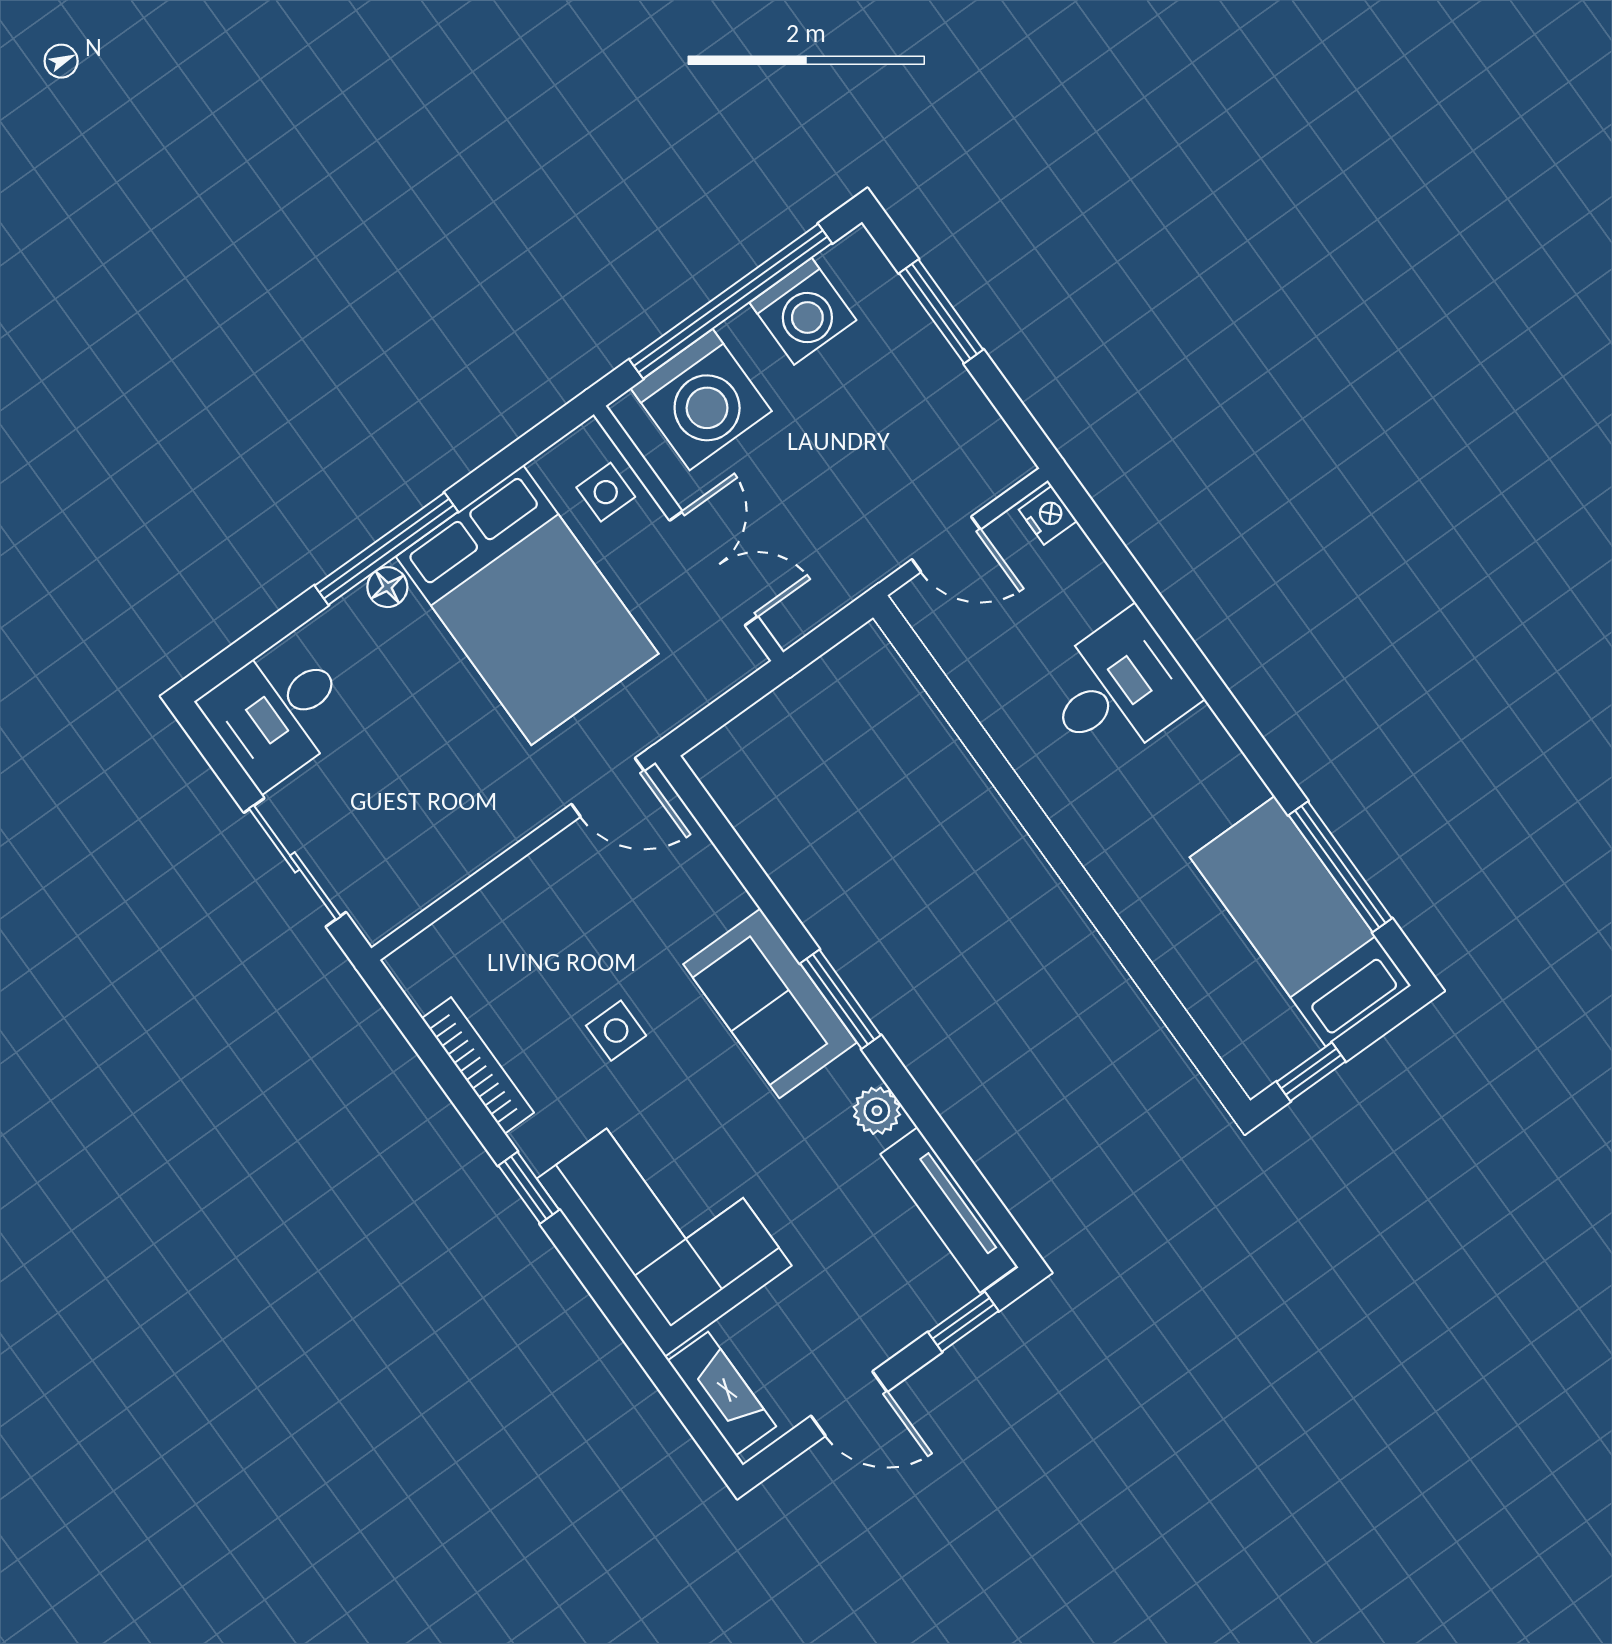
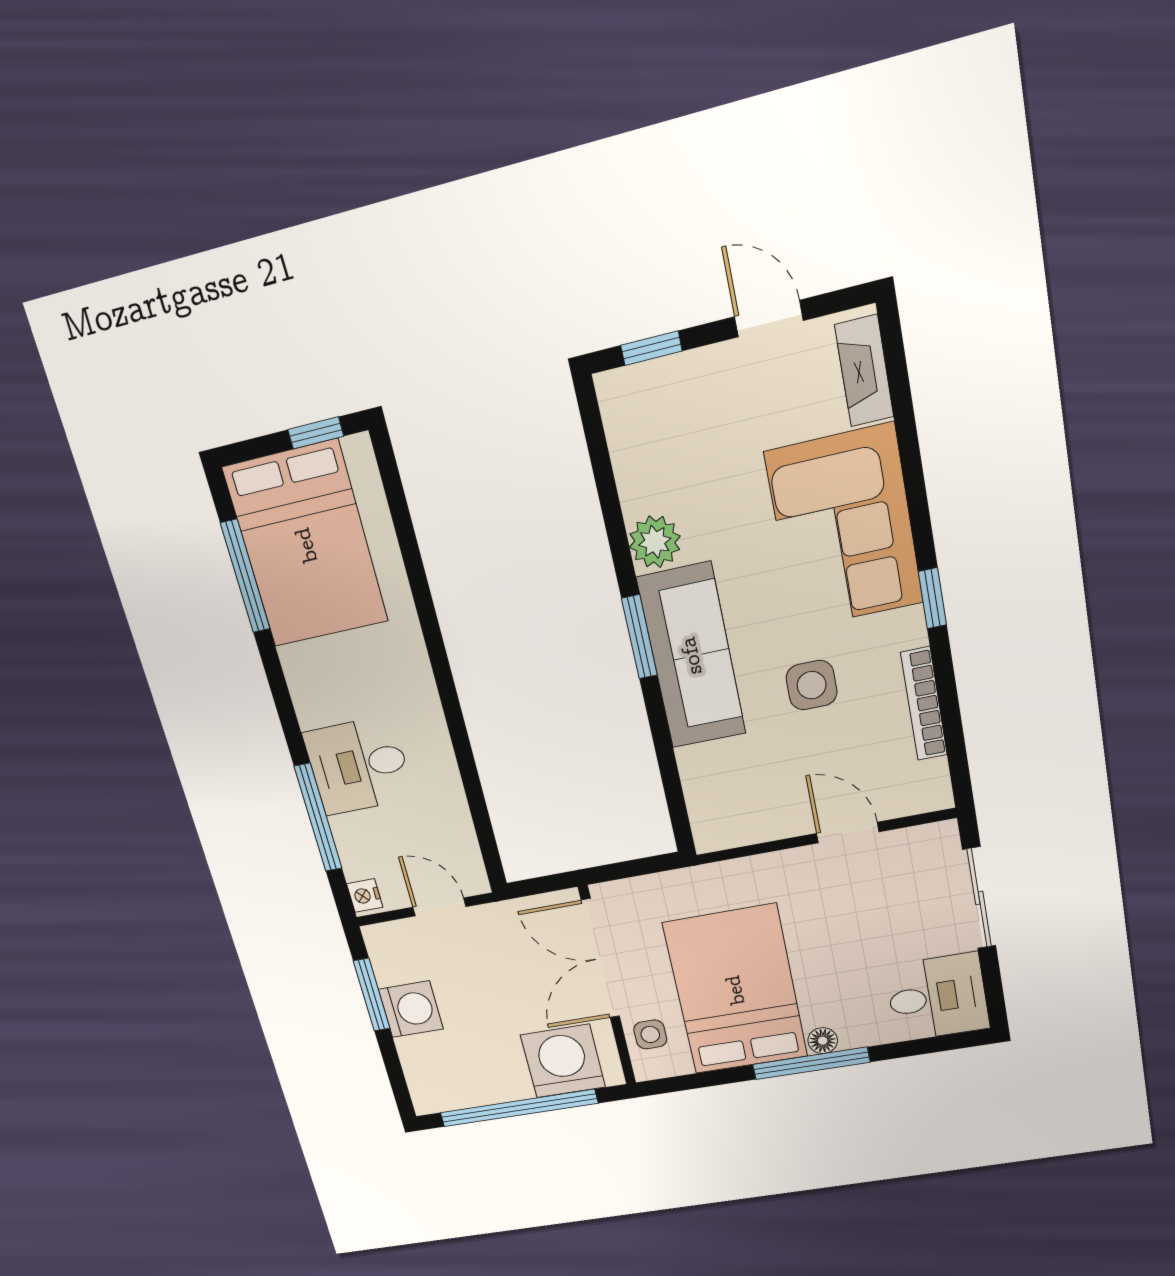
washing machine: (803, 311) -> (411, 1009), moved, turned 90
window: (941, 311) -> (372, 995), moved
double door: (714, 568) -> (601, 959), width x1.37
window: (1145, 595) -> (318, 818), added
door: (608, 787) -> (848, 833), moved
bed: (1300, 921) -> (306, 545), width x1.50
sofa: (770, 1003) -> (691, 656), width x1.36
side table: (616, 1031) -> (812, 685), width x1.37, depth x1.37
plant: (877, 1111) -> (655, 542), width x1.38, depth x1.38
tv unit: (949, 1210) -> (626, 443), removed

